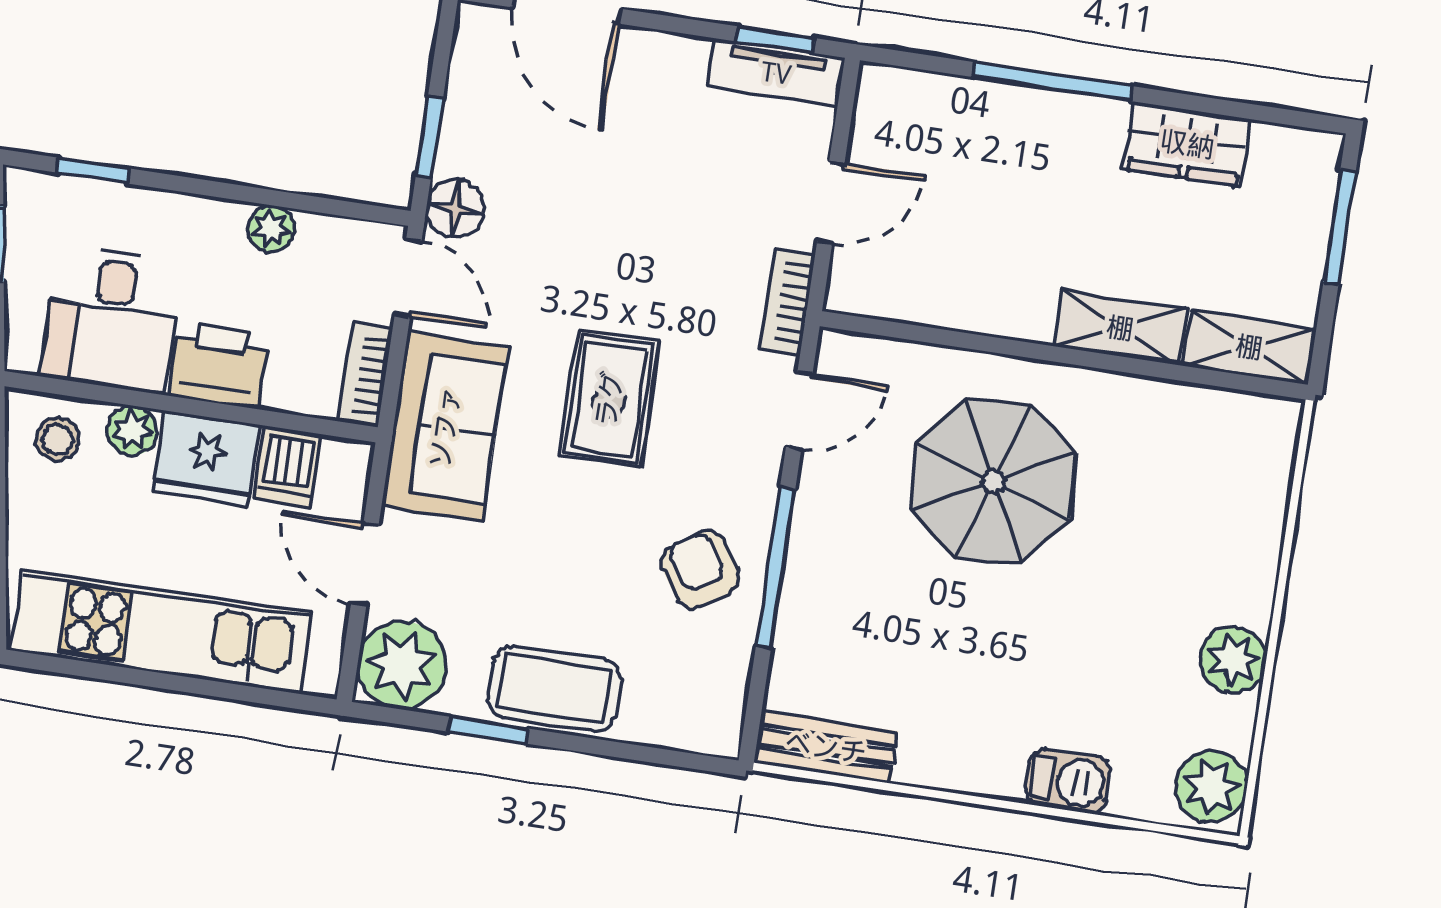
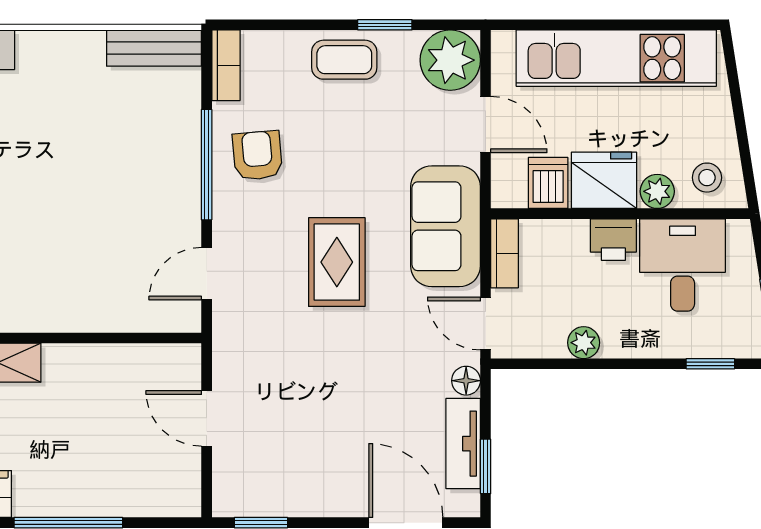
tv unit: (776, 73) -> (463, 444), moved, turned -90
window: (430, 136) -> (486, 466), moved
door: (831, 202) -> (207, 418), hinge flipped
floor lamp: (455, 208) -> (466, 381), width x0.73, depth x0.73
bookcase: (787, 302) -> (226, 65), moved
printer: (219, 365) -> (613, 240), width x0.73, depth x0.81
parasol: (993, 482) -> (68, 245), removed
armchair: (700, 570) -> (257, 155), turned -151
coffee table: (554, 689) -> (344, 60), width x0.73, depth x0.77

